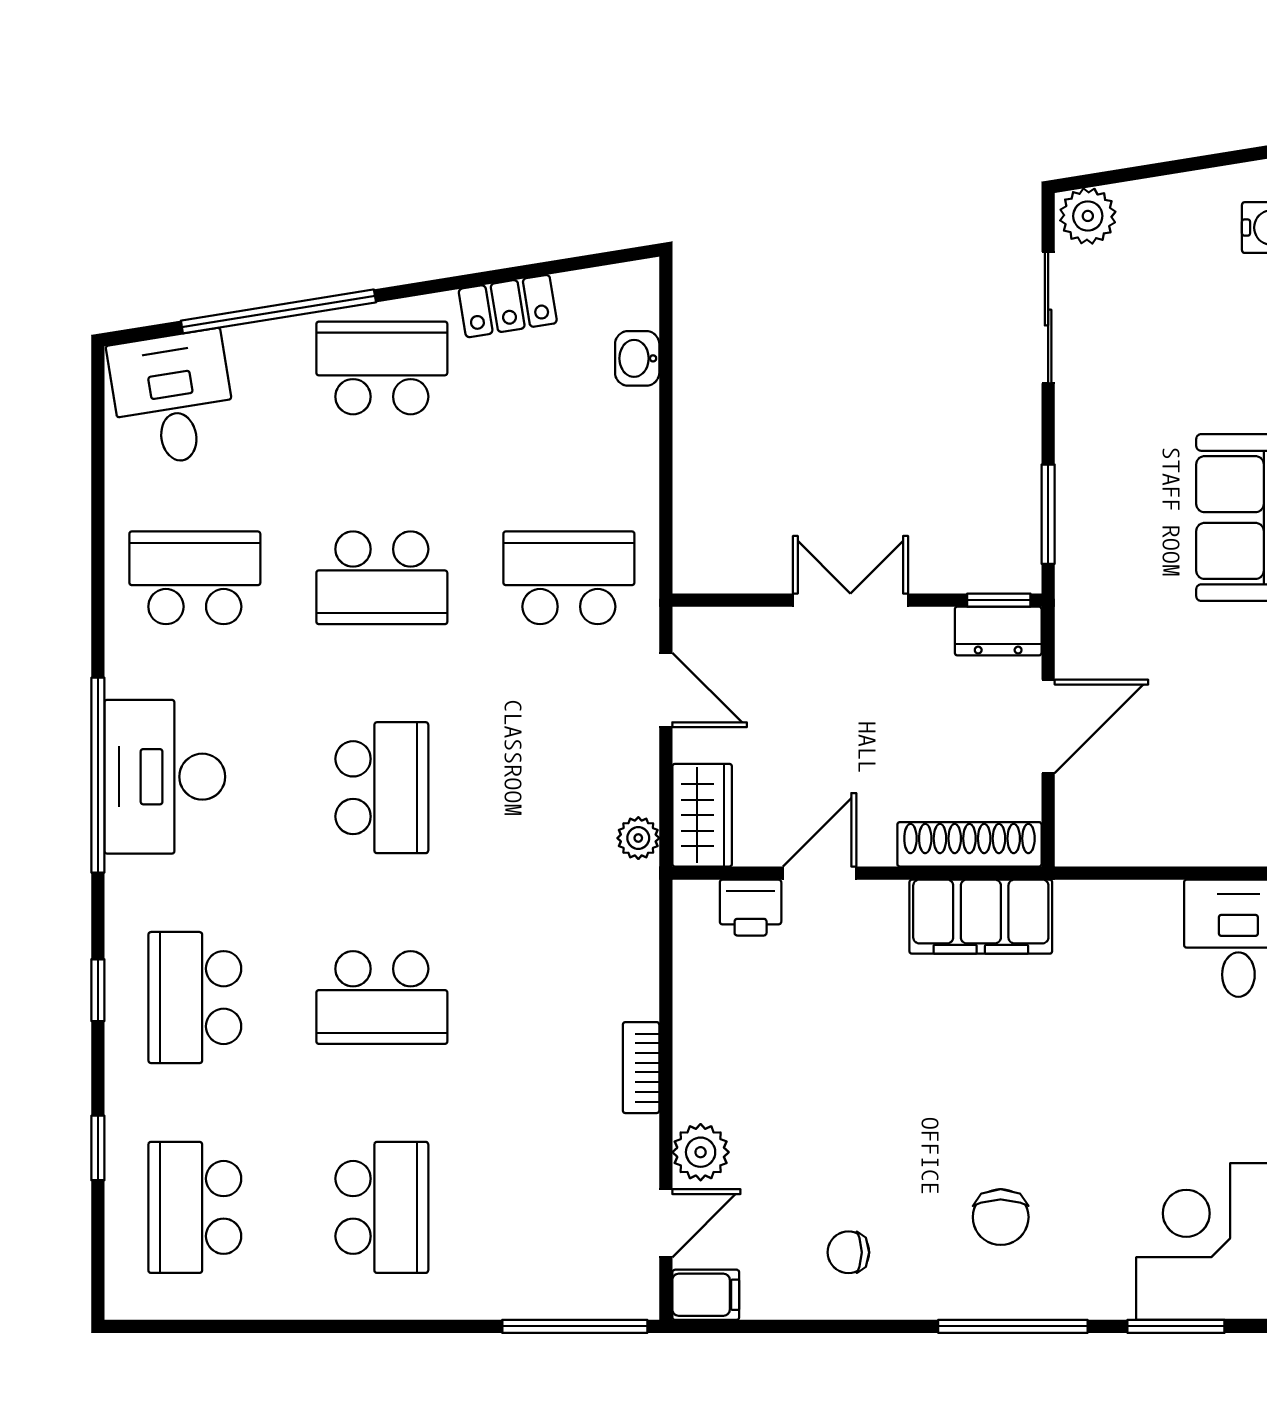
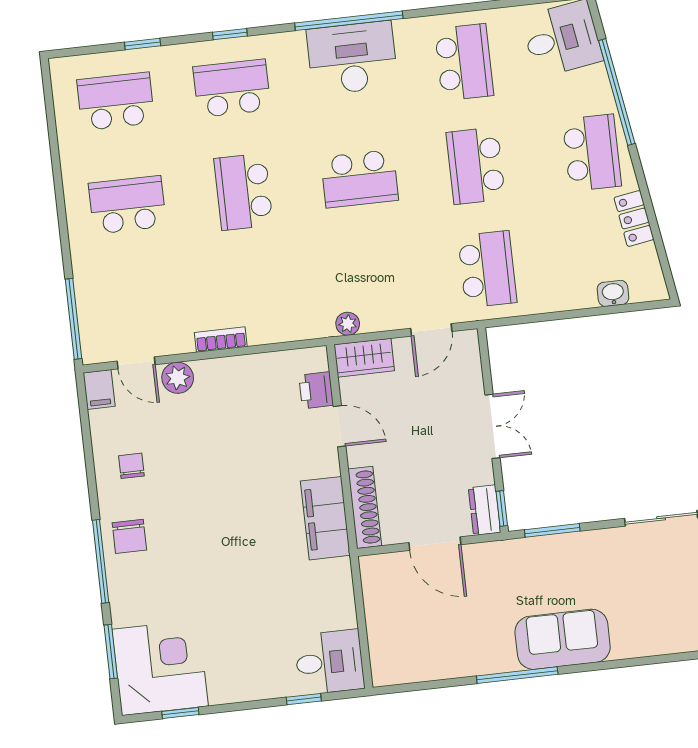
school desk: (382, 1207) -> (127, 205), turned 180
chair: (1001, 1217) -> (129, 536), moved, turned -90

